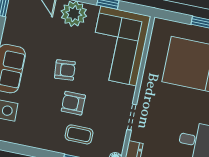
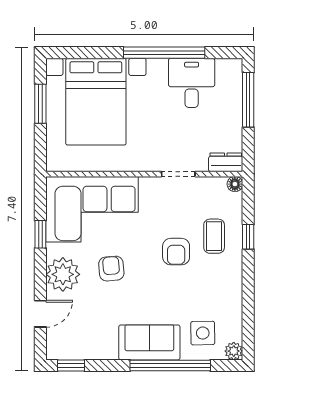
armchair: (65, 70) -> (111, 269), moved

